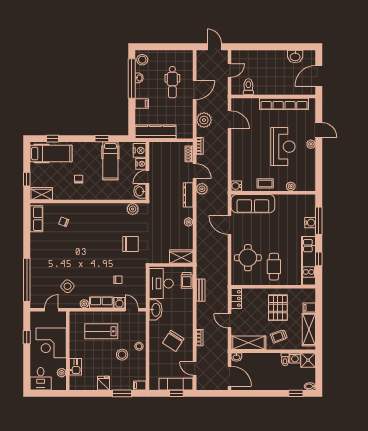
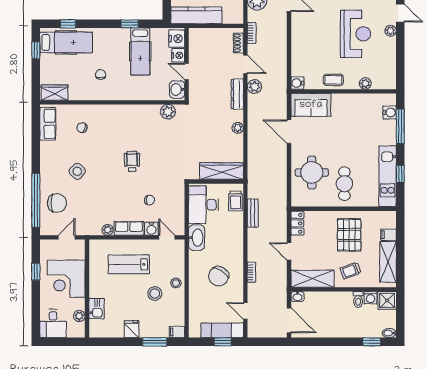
door: (148, 177) -> (187, 71), hinge flipped
window: (27, 179) -> (36, 50), moved
sofa: (253, 204) -> (311, 105), width x0.73
water cooler: (310, 223) -> (390, 112), moved
chair: (131, 244) -> (57, 203), moved
wheelchair: (104, 249) -> (132, 161), added
wardrobe: (181, 257) -> (222, 171), width x1.50
side table: (68, 286) -> (77, 171), moved

